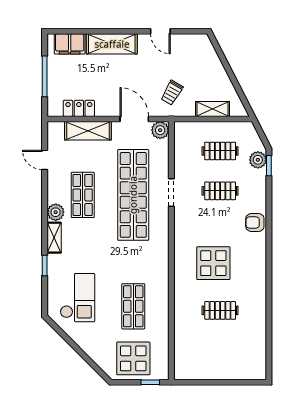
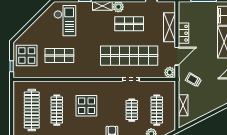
locker: (79, 108) -> (184, 33), moved
clothes rail: (220, 151) -> (157, 110), width x1.36
checkout: (77, 298) -> (65, 21), turned -90
clothes rail: (220, 310) -> (57, 110), width x1.36
clothes rail: (220, 350) -> (32, 110), added

